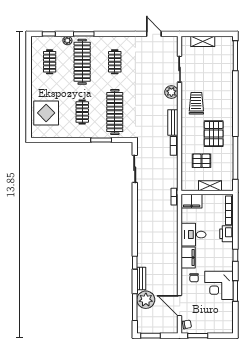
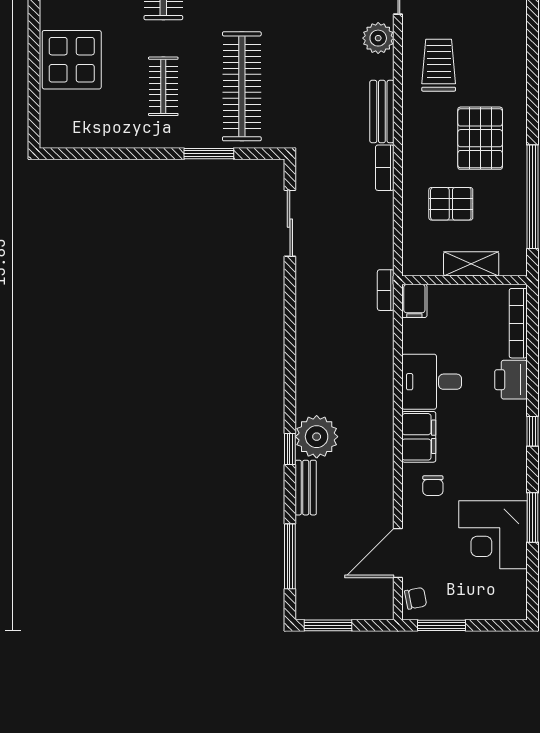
display table: (46, 113) -> (72, 60), moved
filing cabinet: (192, 201) -> (414, 301), width x0.50
corner desk: (219, 285) -> (493, 535), moved
plant: (146, 300) -> (317, 437), moved
door: (180, 306) -> (398, 553), hinge flipped

